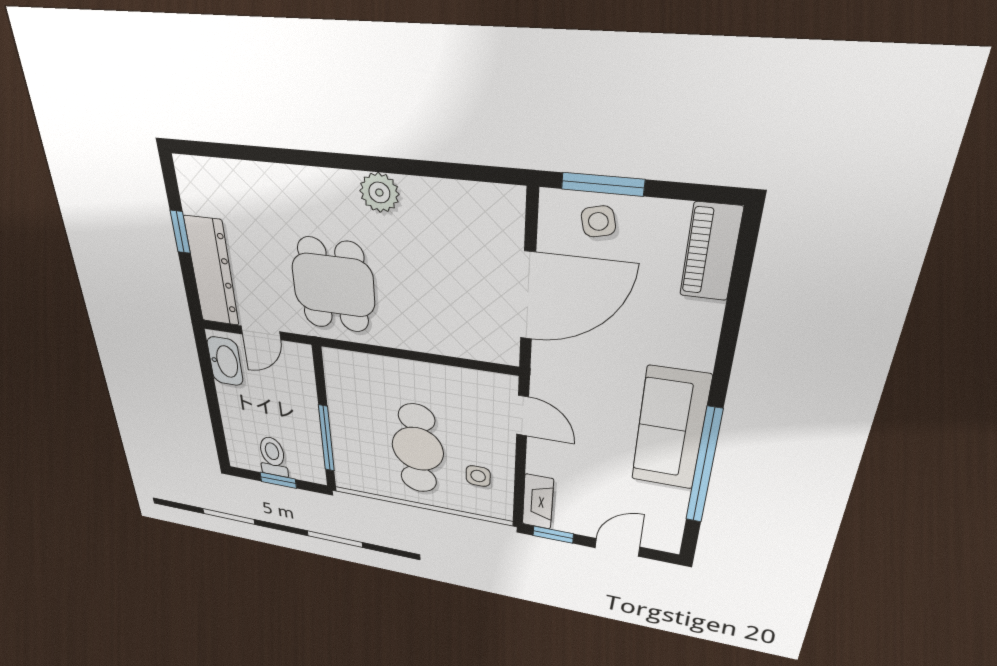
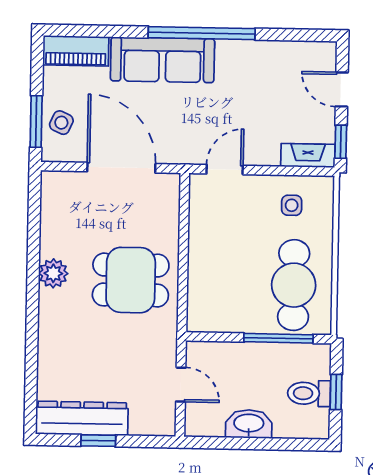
side table: (598, 221) -> (61, 123), turned 37
dresser: (212, 272) -> (82, 418), moved
dining table: (333, 285) -> (131, 280), moved
washbasin: (225, 361) -> (249, 424), moved
sofa: (670, 429) -> (162, 60), moved
cafe table: (418, 449) -> (294, 285), moved, turned 90
window: (704, 466) -> (202, 33), moved

